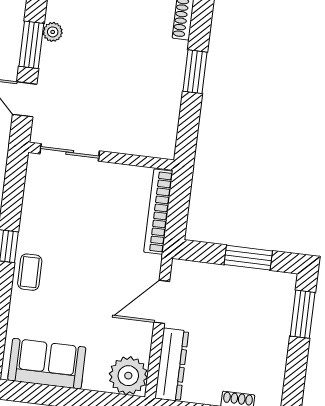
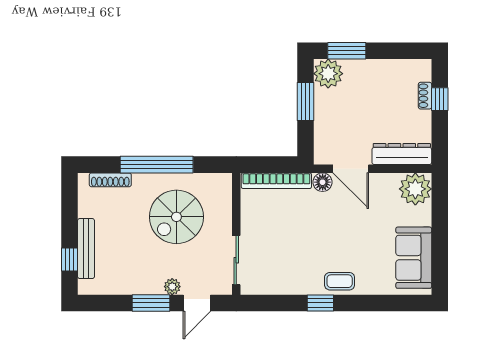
plant: (53, 32) -> (172, 287), moved
window: (195, 72) -> (157, 165), width x2.11
spiral stairs: (130, 88) -> (176, 217), added
floor lamp: (150, 266) -> (323, 182), added
plant: (278, 289) -> (328, 74), added

